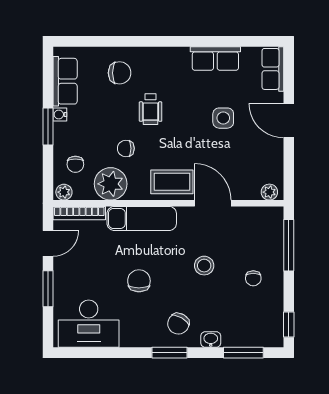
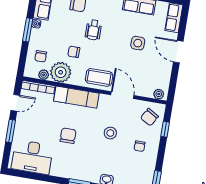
plant: (64, 192) -> (44, 75), moved
window: (289, 245) -> (165, 129), width x0.46
chair: (178, 324) -> (149, 117), moved

